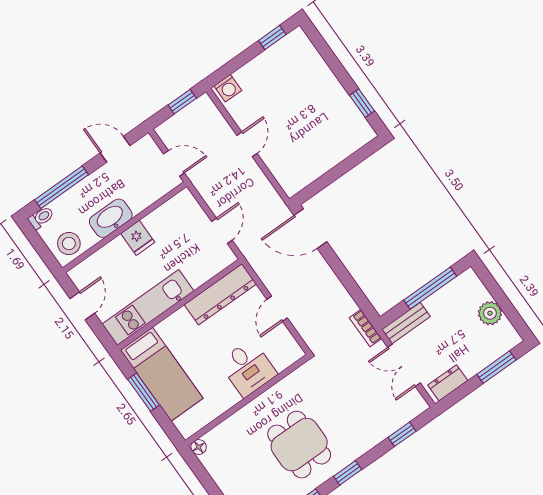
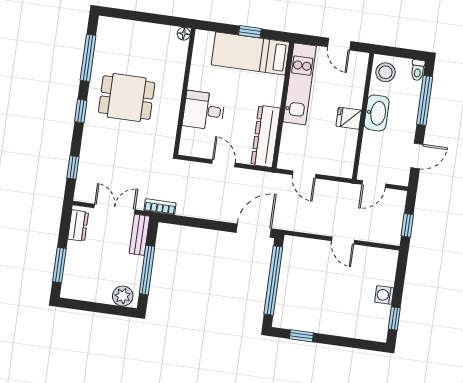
washing machine: (228, 88) -> (384, 295), moved
window: (337, 172) -> (273, 280), added
plant: (490, 313) -> (123, 296), moved
window: (143, 392) -> (250, 32), width x0.67

